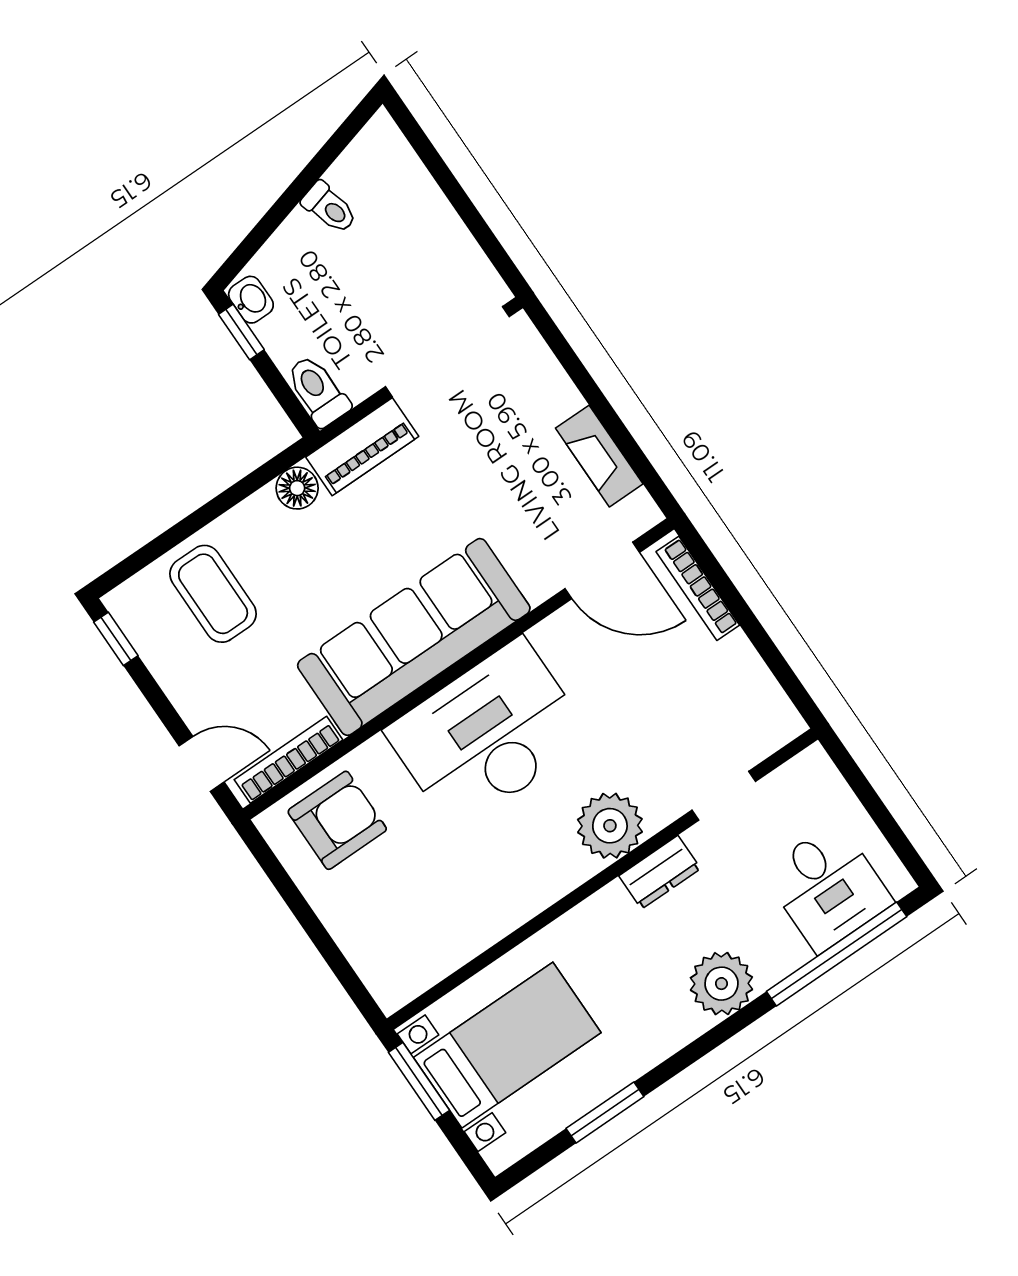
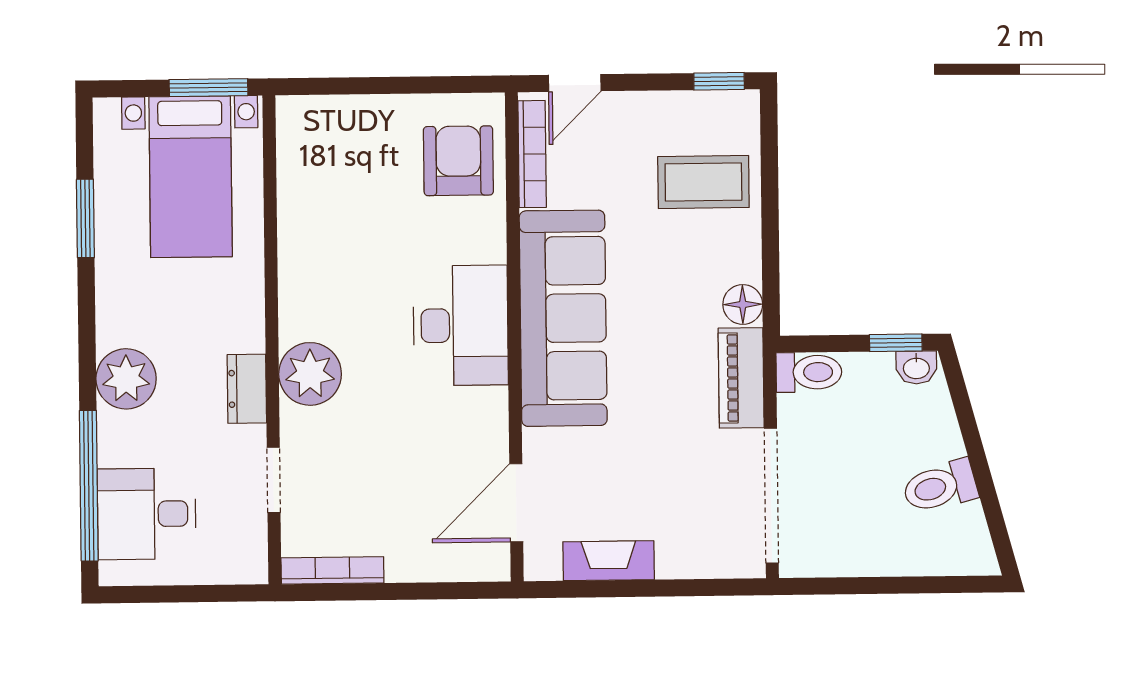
toilet: (329, 208) -> (940, 486), width x1.37, depth x1.39
bookcase: (698, 588) -> (332, 570), moved
desk: (488, 735) -> (461, 325), width x0.73, depth x0.77
armchair: (337, 820) -> (458, 161), turned 180

